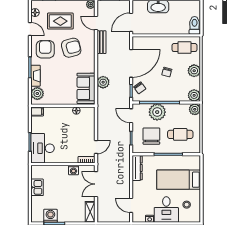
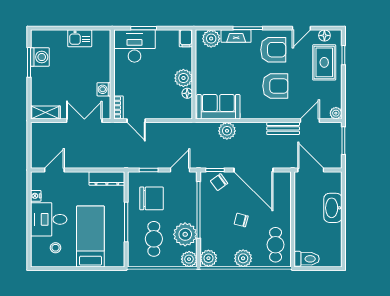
rug: (60, 21) -> (324, 62), moved
armchair: (71, 48) -> (275, 86), turned -75
plant: (157, 112) -> (185, 234), moved
plant: (65, 113) -> (183, 78), added

